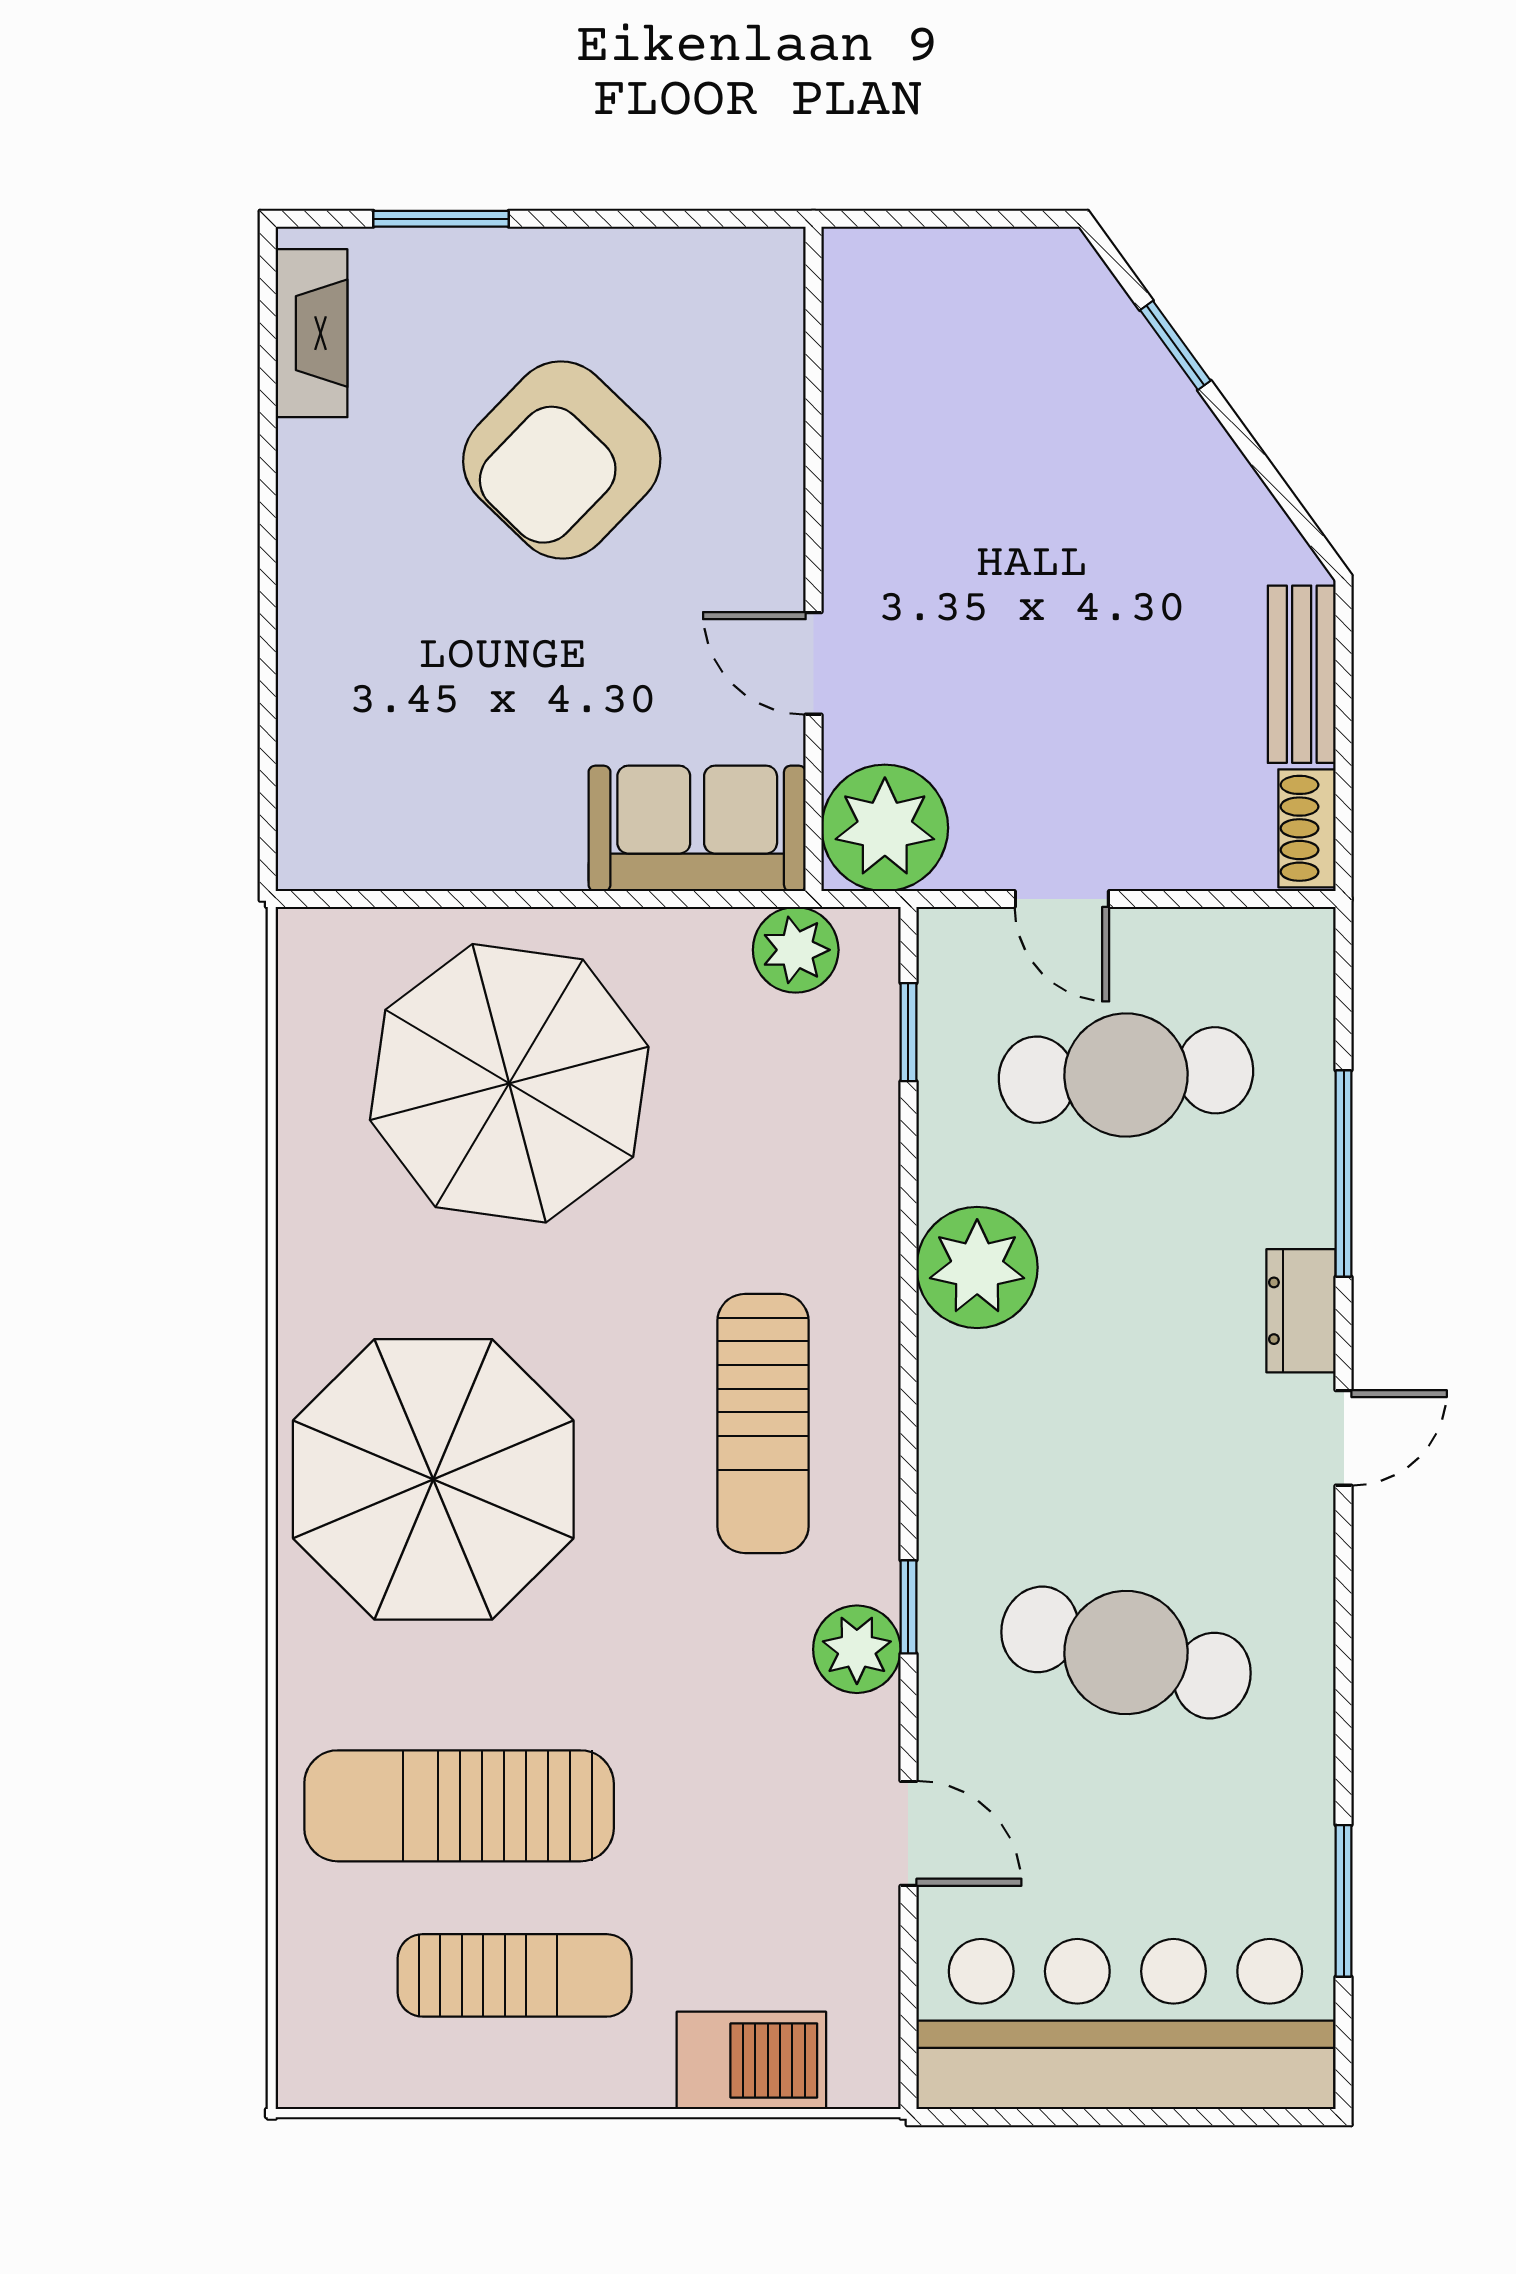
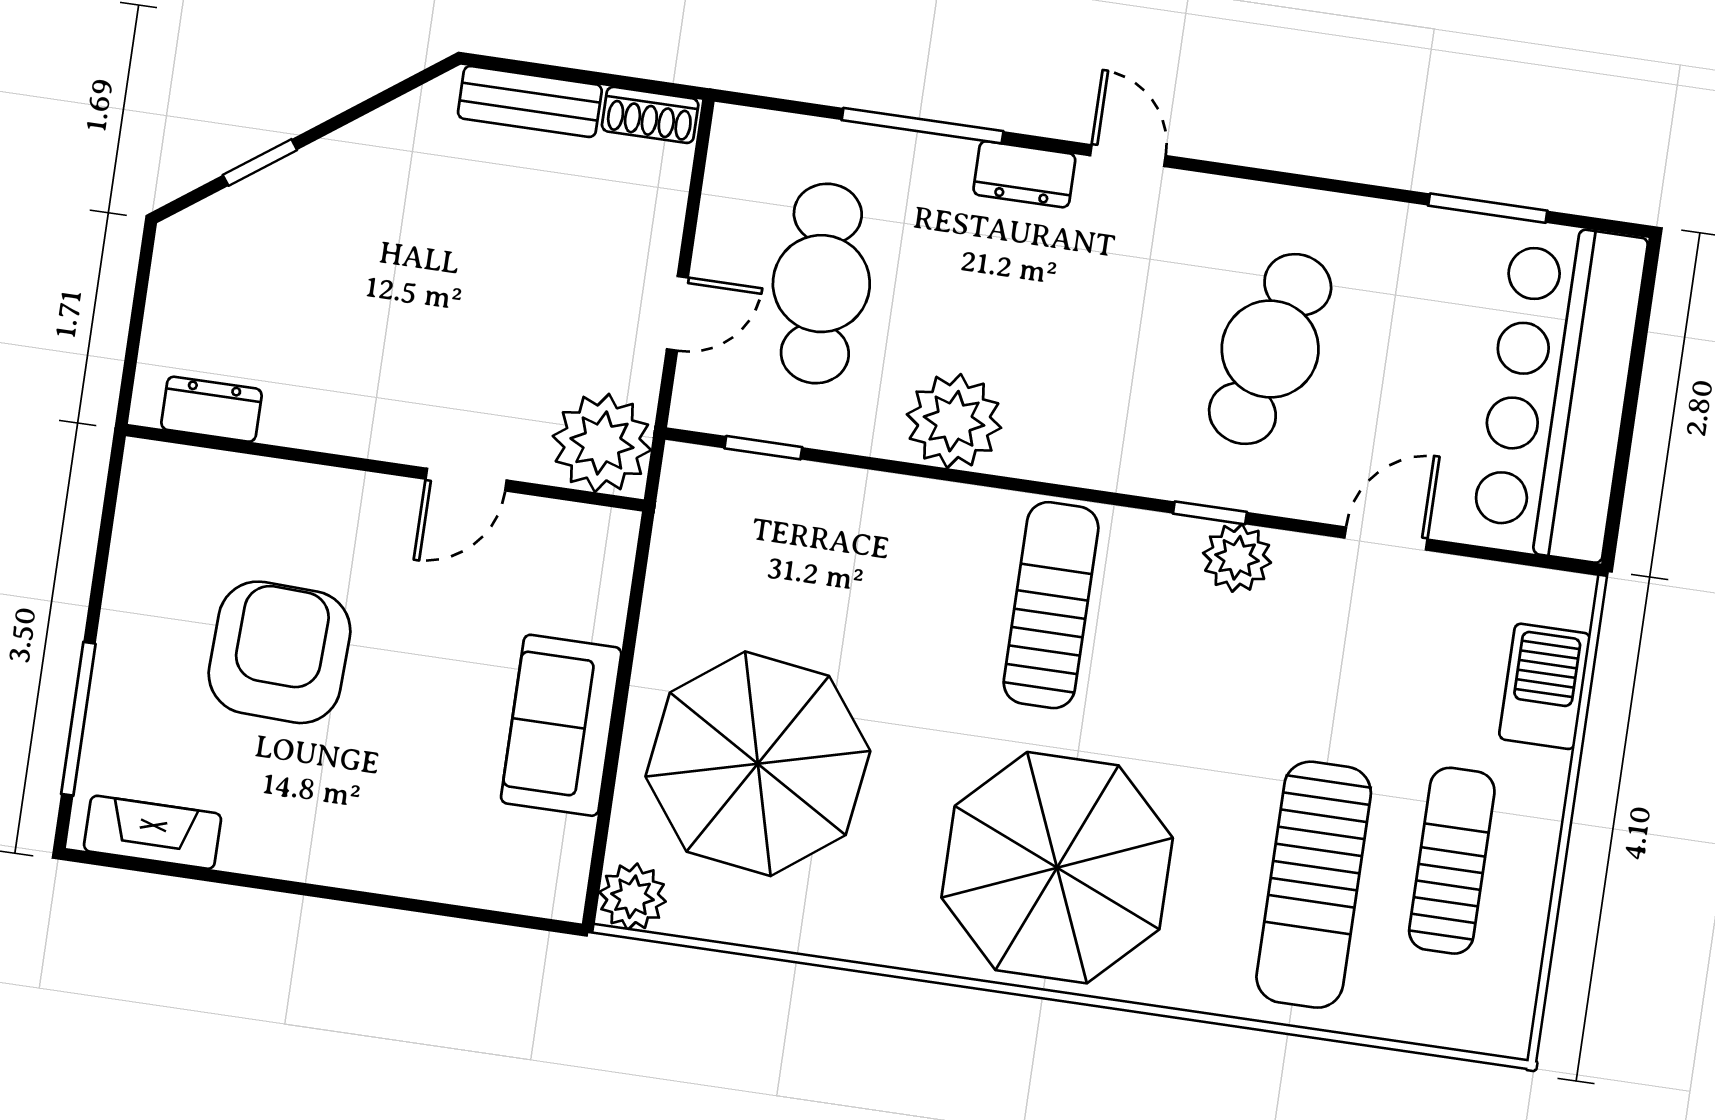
window: (441, 219) -> (78, 719), width x1.44
dresser: (856, 330) -> (212, 409), added
armchair: (562, 460) -> (280, 652), turned -132
sofa: (697, 828) -> (561, 725), moved
plant: (796, 950) -> (633, 897), moved
sun lounger: (763, 1423) -> (1051, 605), turned -90

